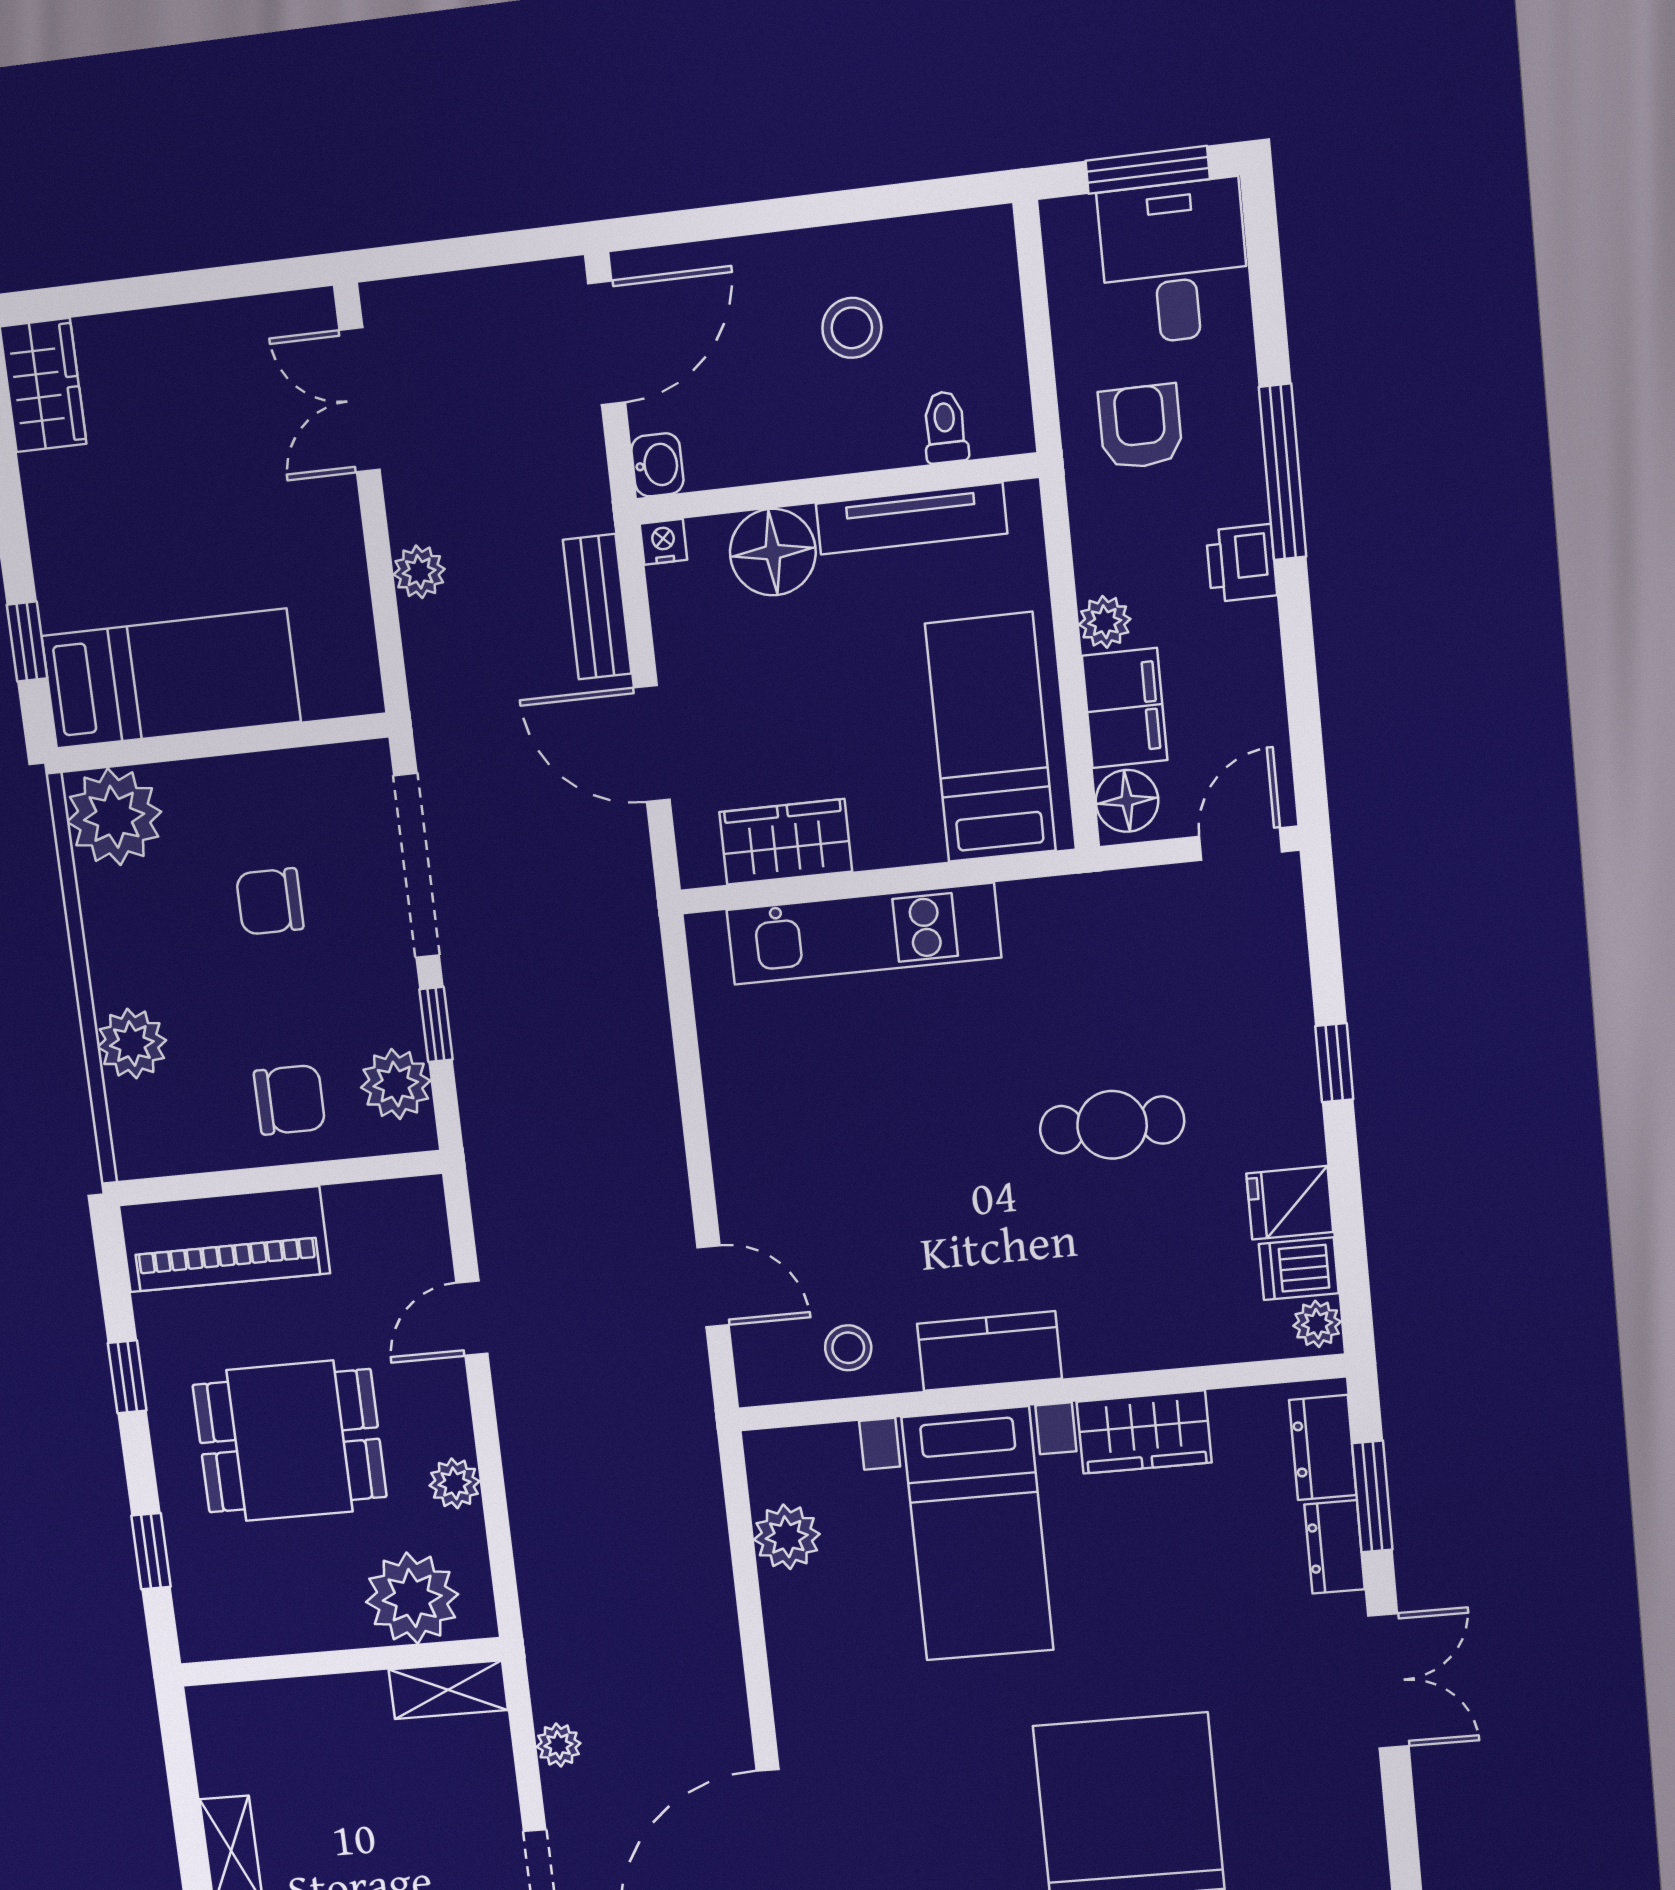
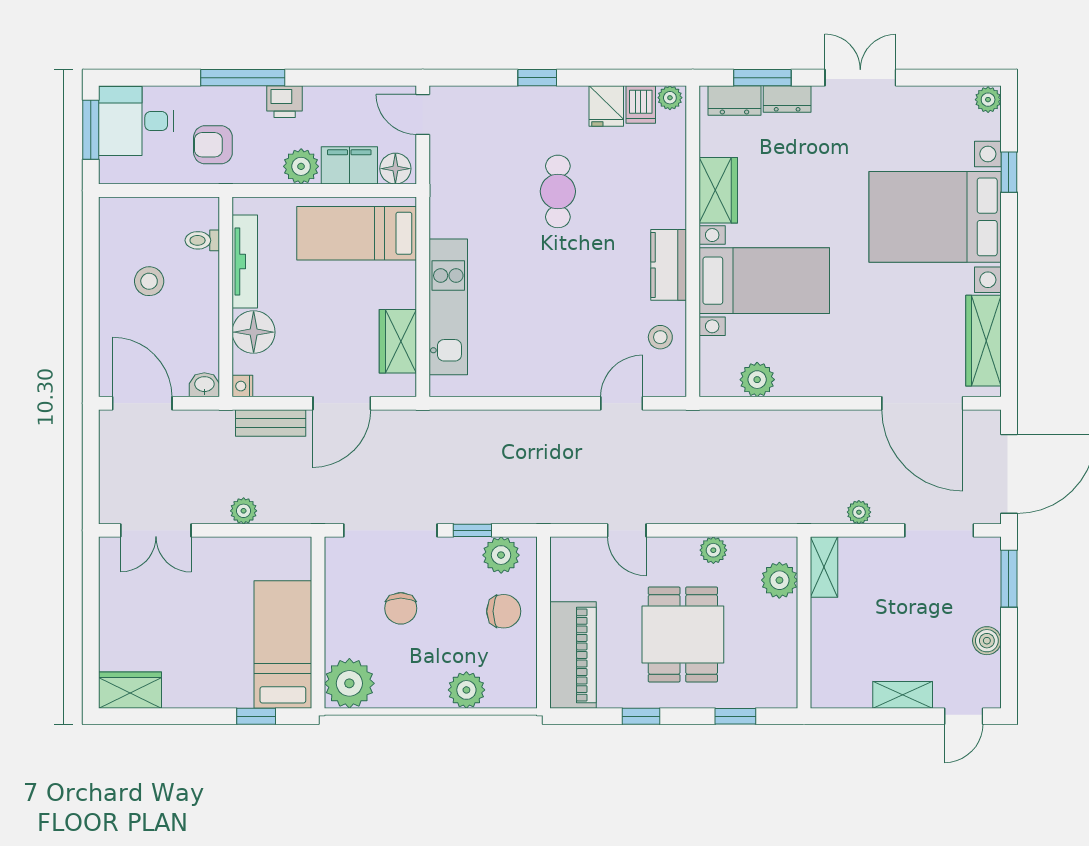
plant: (1105, 622) -> (301, 166), width x1.38, depth x1.38
chair: (290, 1100) -> (504, 611), turned 90
plant: (412, 1598) -> (779, 580), width x0.73, depth x0.73

